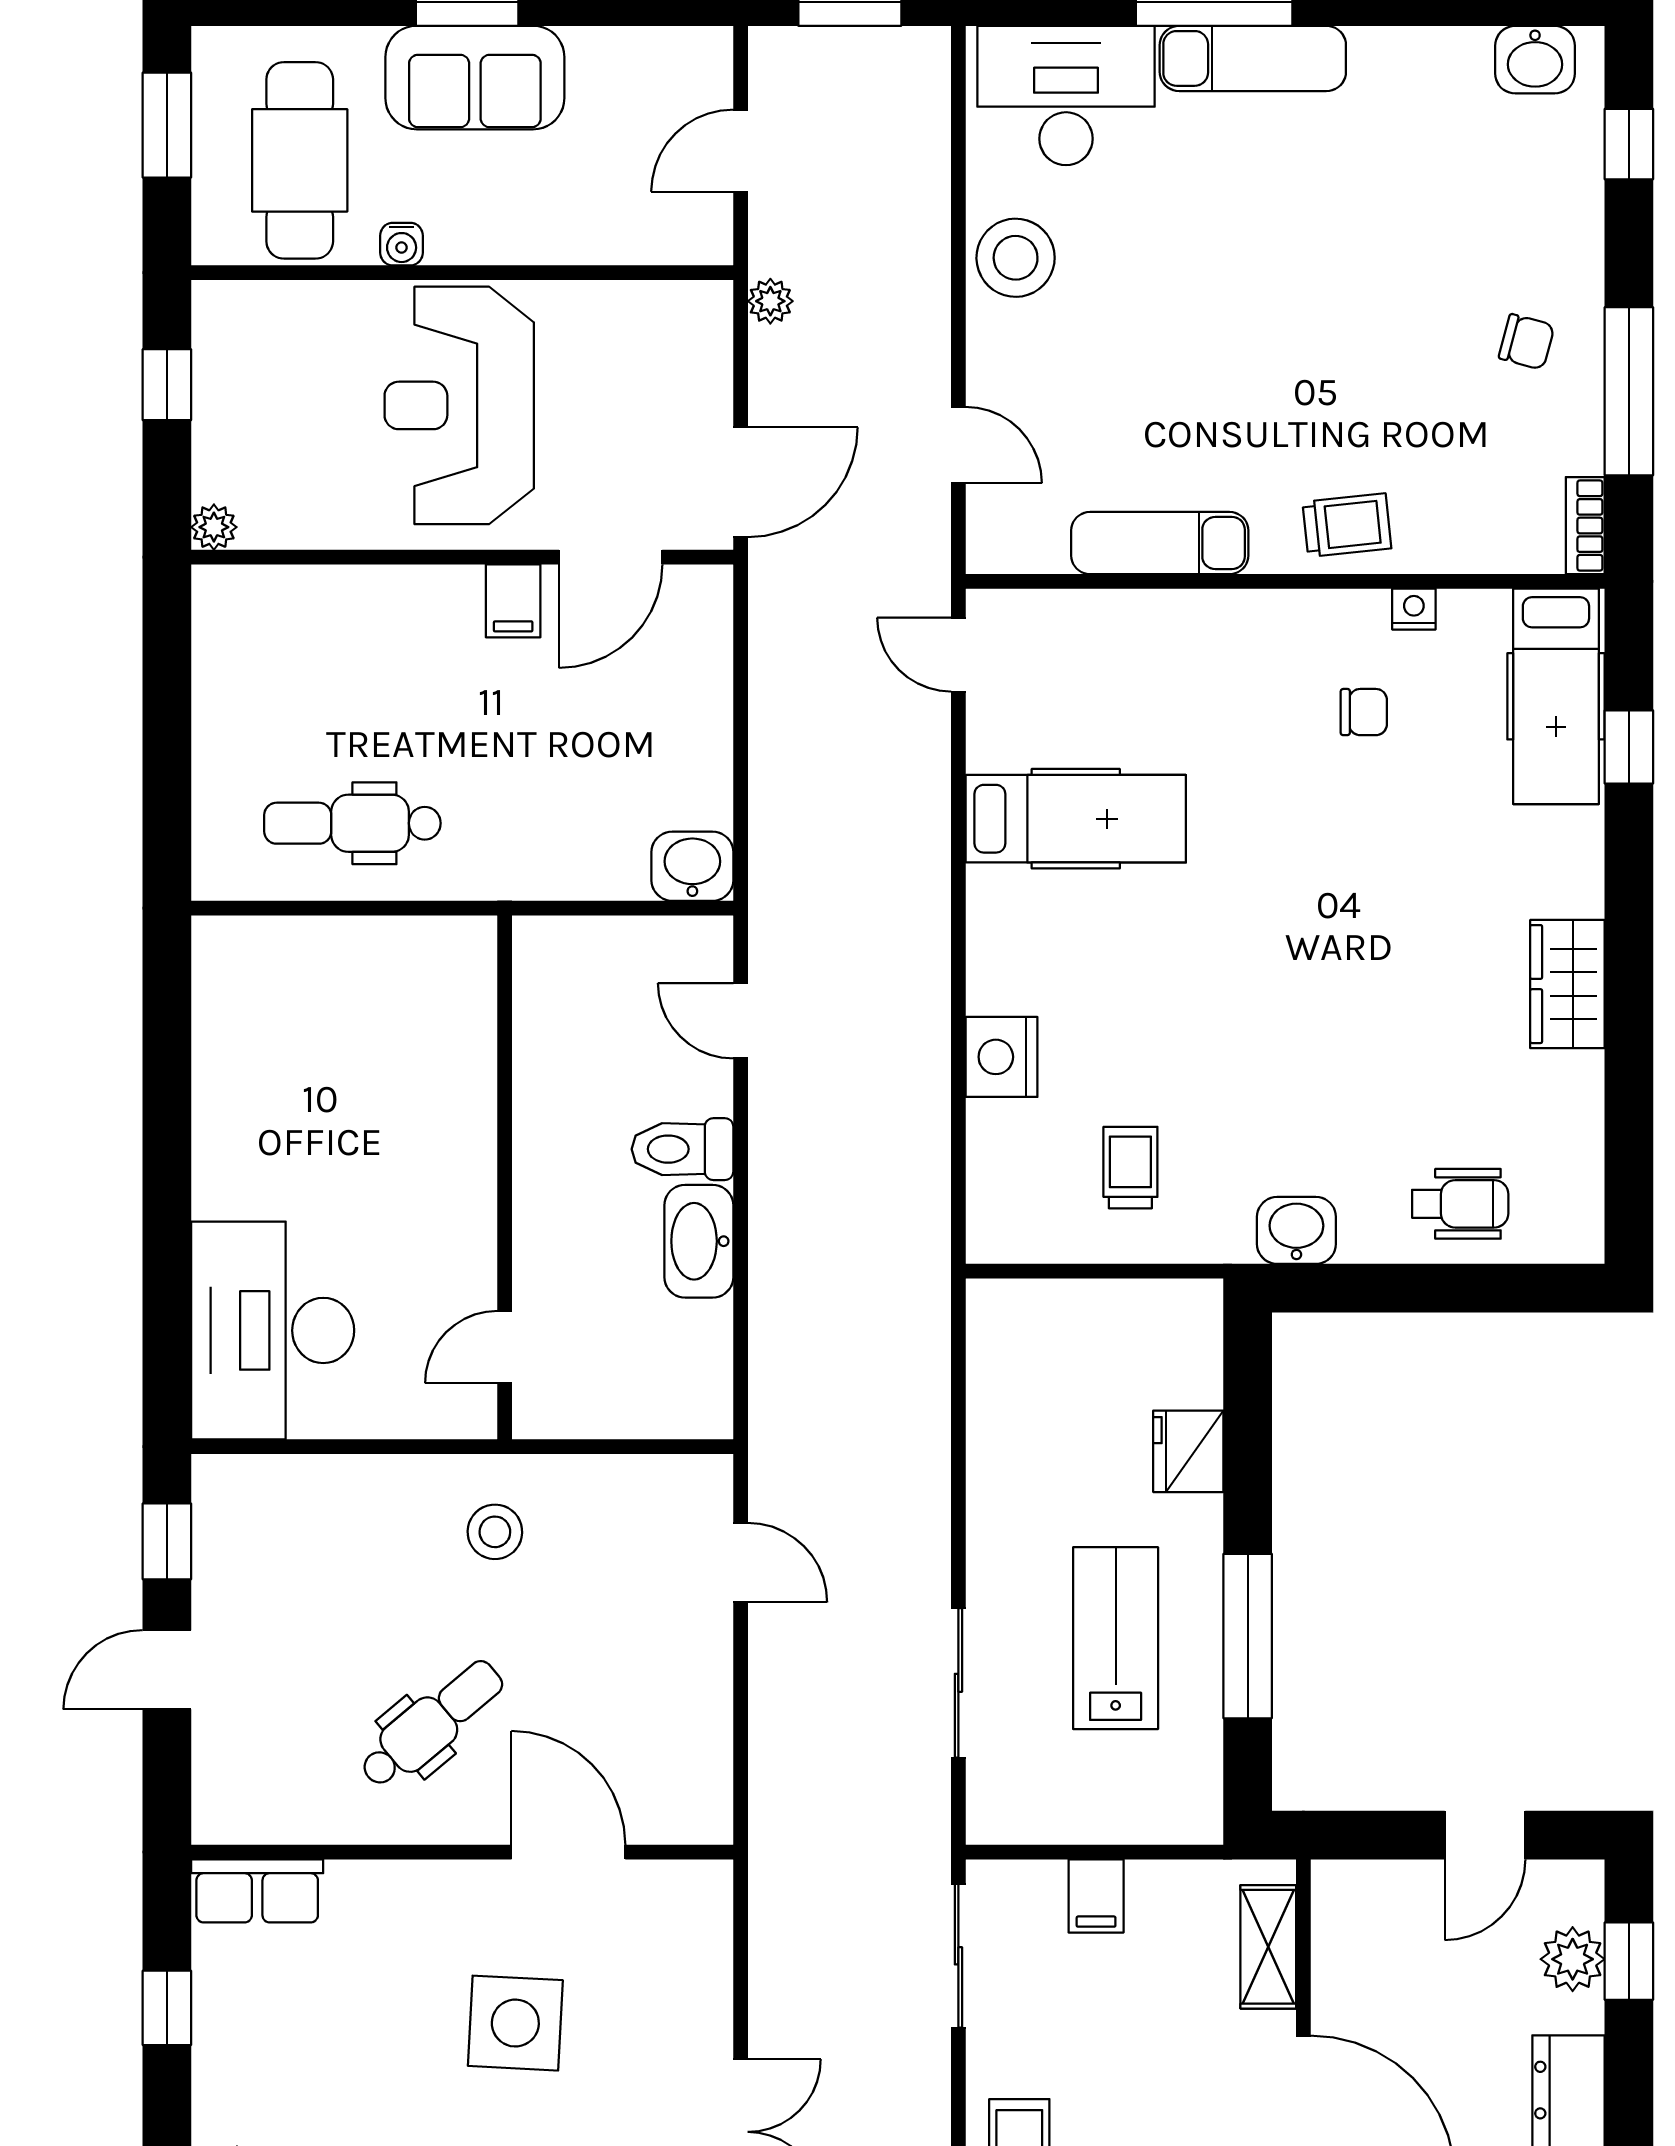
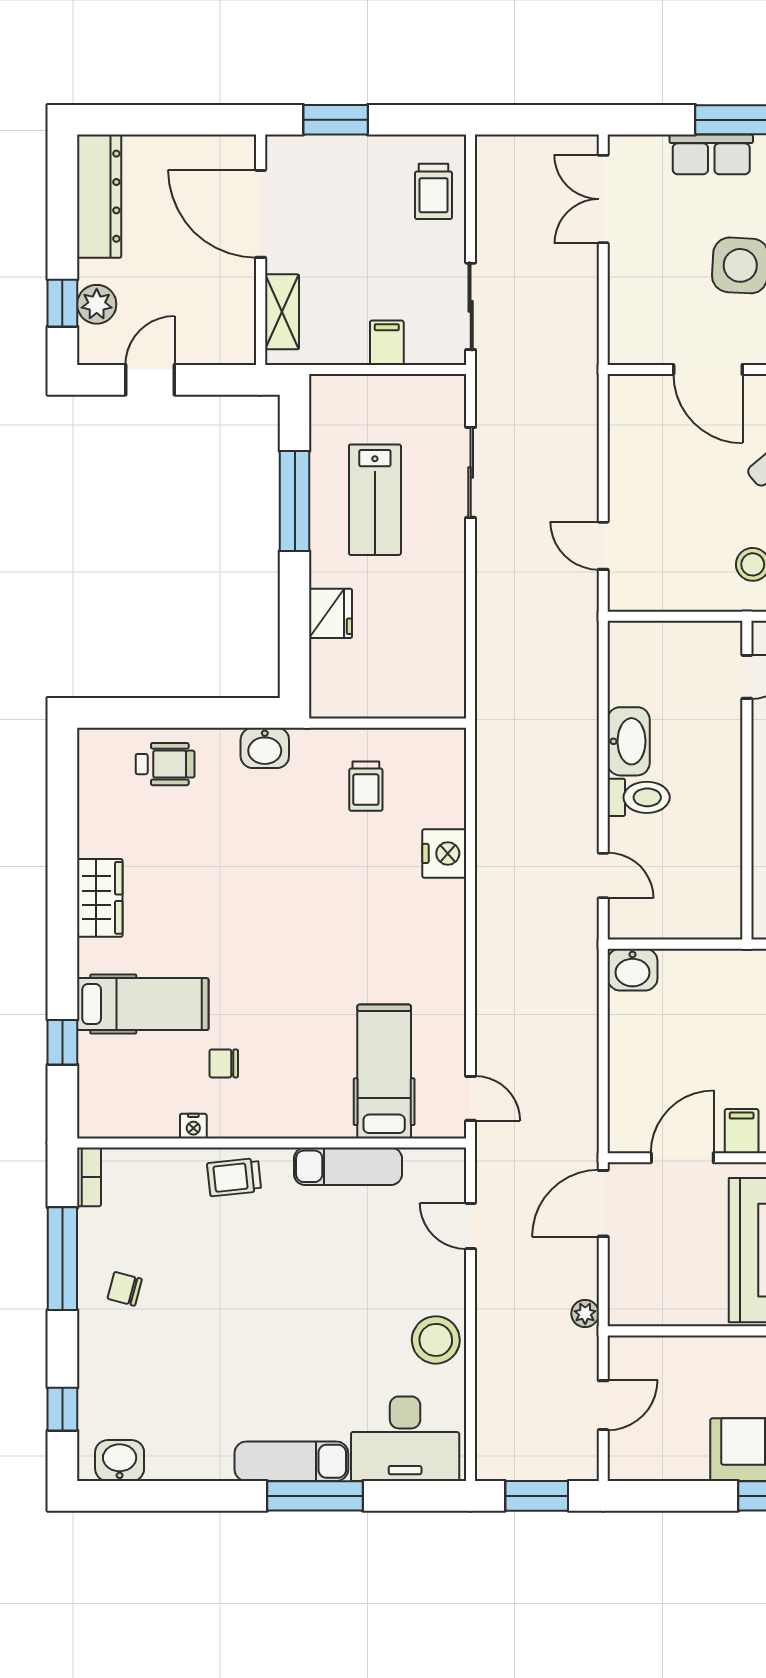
hospital bed: (1556, 696) -> (143, 1004), moved, turned 90
hospital bed: (1076, 819) -> (384, 1072), moved, turned 90
wheelchair: (1460, 1204) -> (165, 764), turned 180

